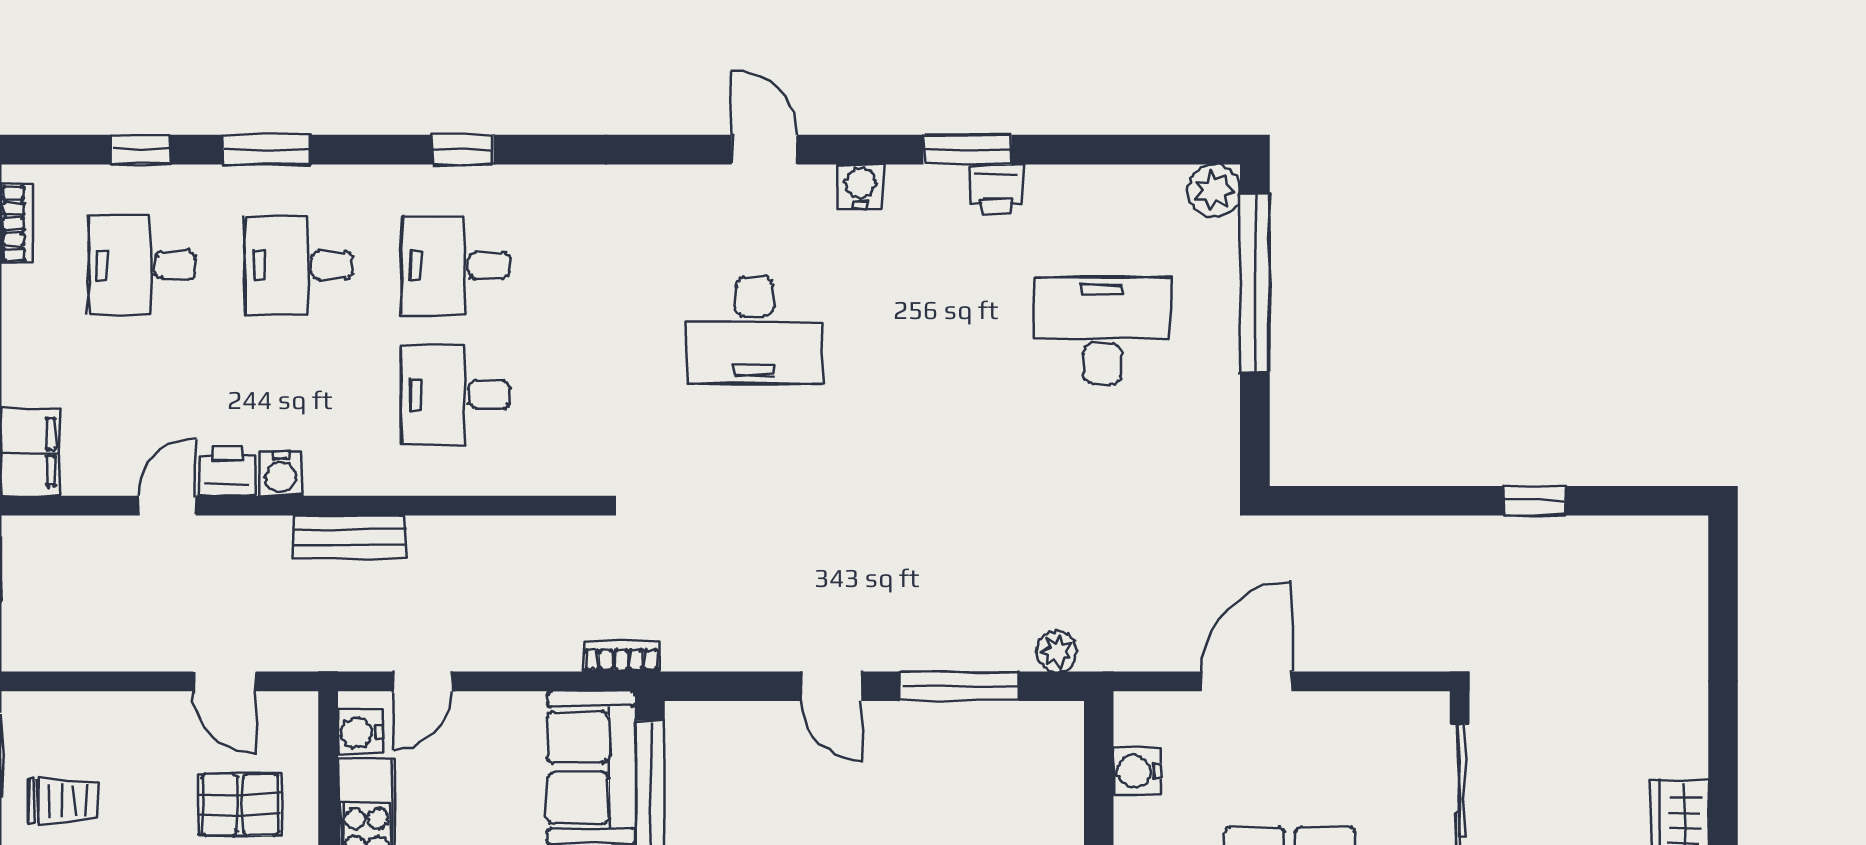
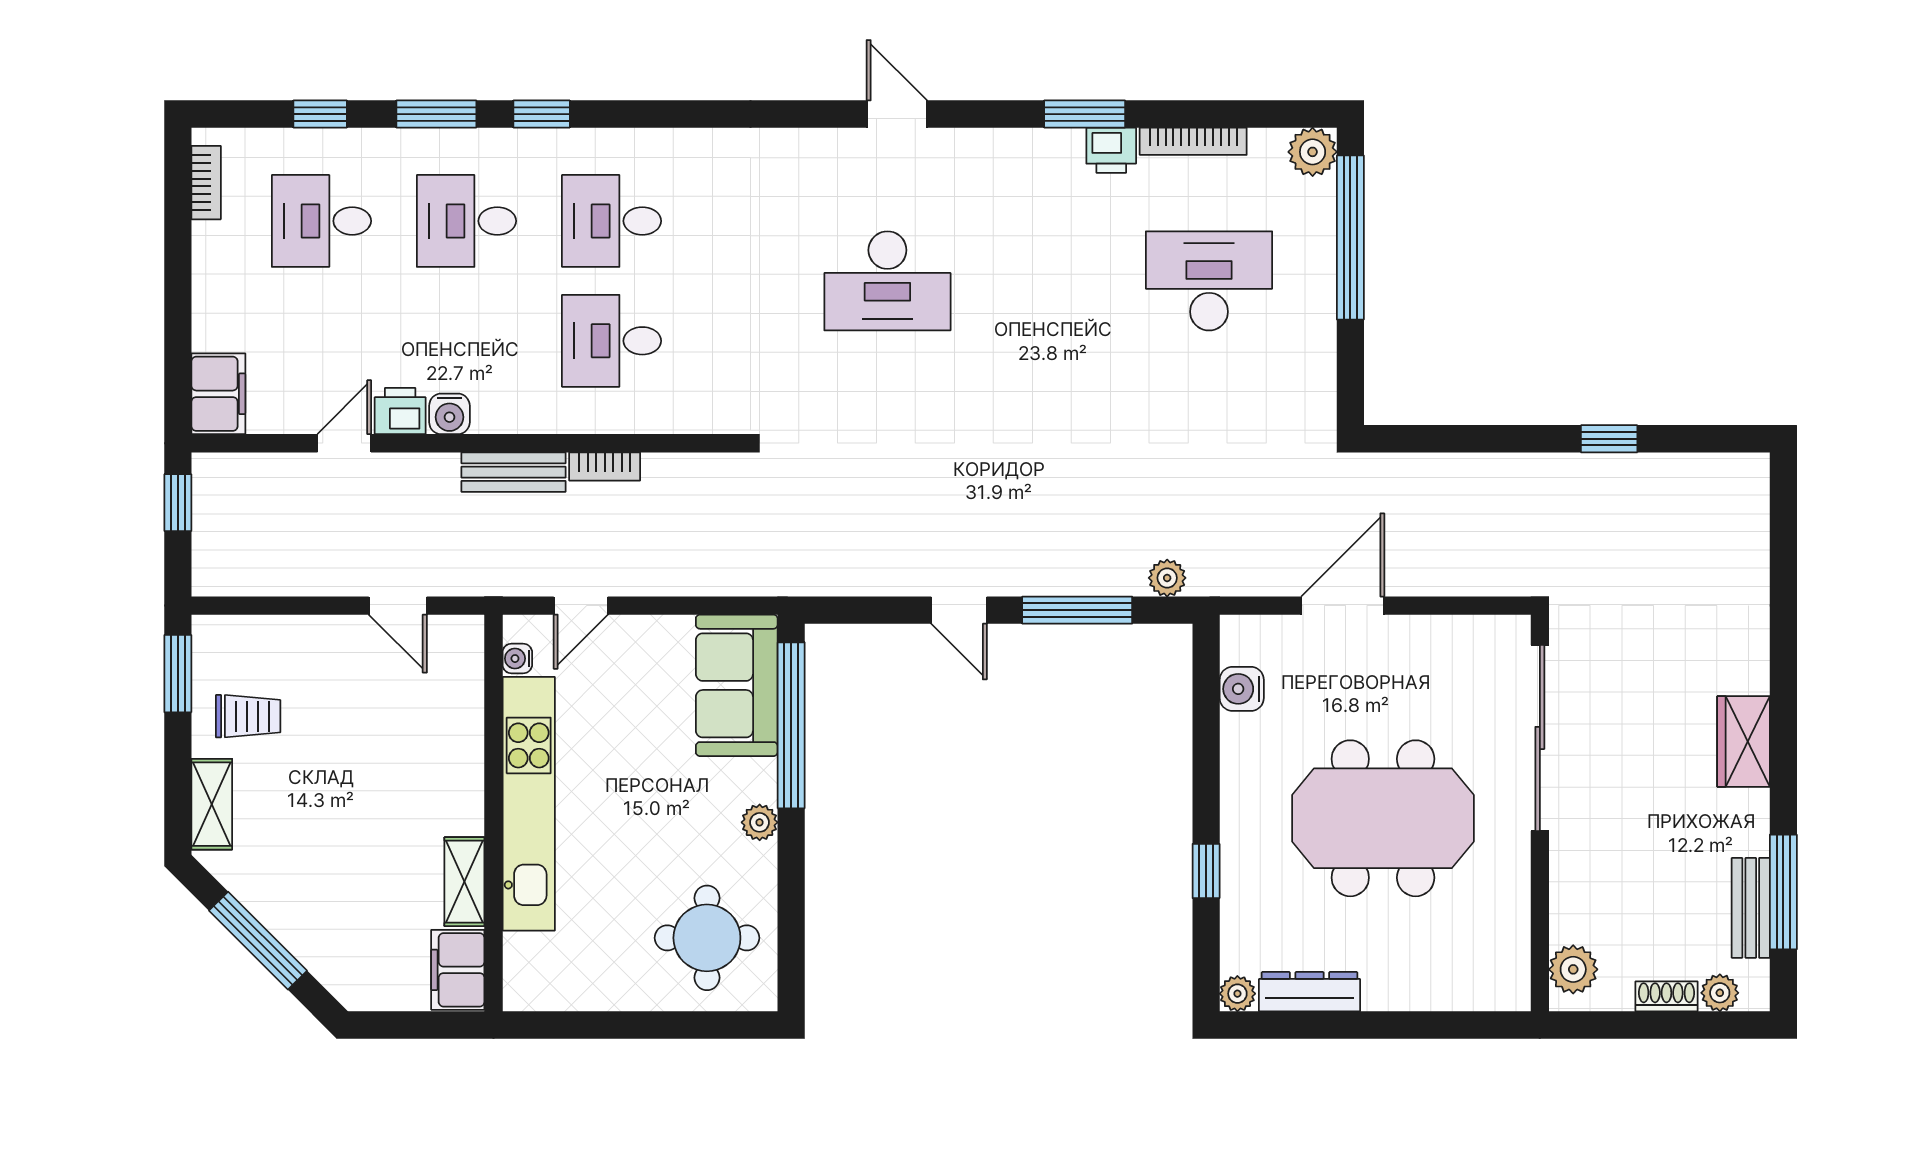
window: (463, 150) -> (542, 114), moved
bookcase: (1085, 179) -> (1193, 141), added
water cooler: (860, 186) -> (986, 148), removed
bookcase: (621, 656) -> (605, 466), moved, turned 180
water cooler: (360, 732) -> (517, 659), width x0.72, depth x0.72
pallet: (240, 804) -> (412, 719), removed

